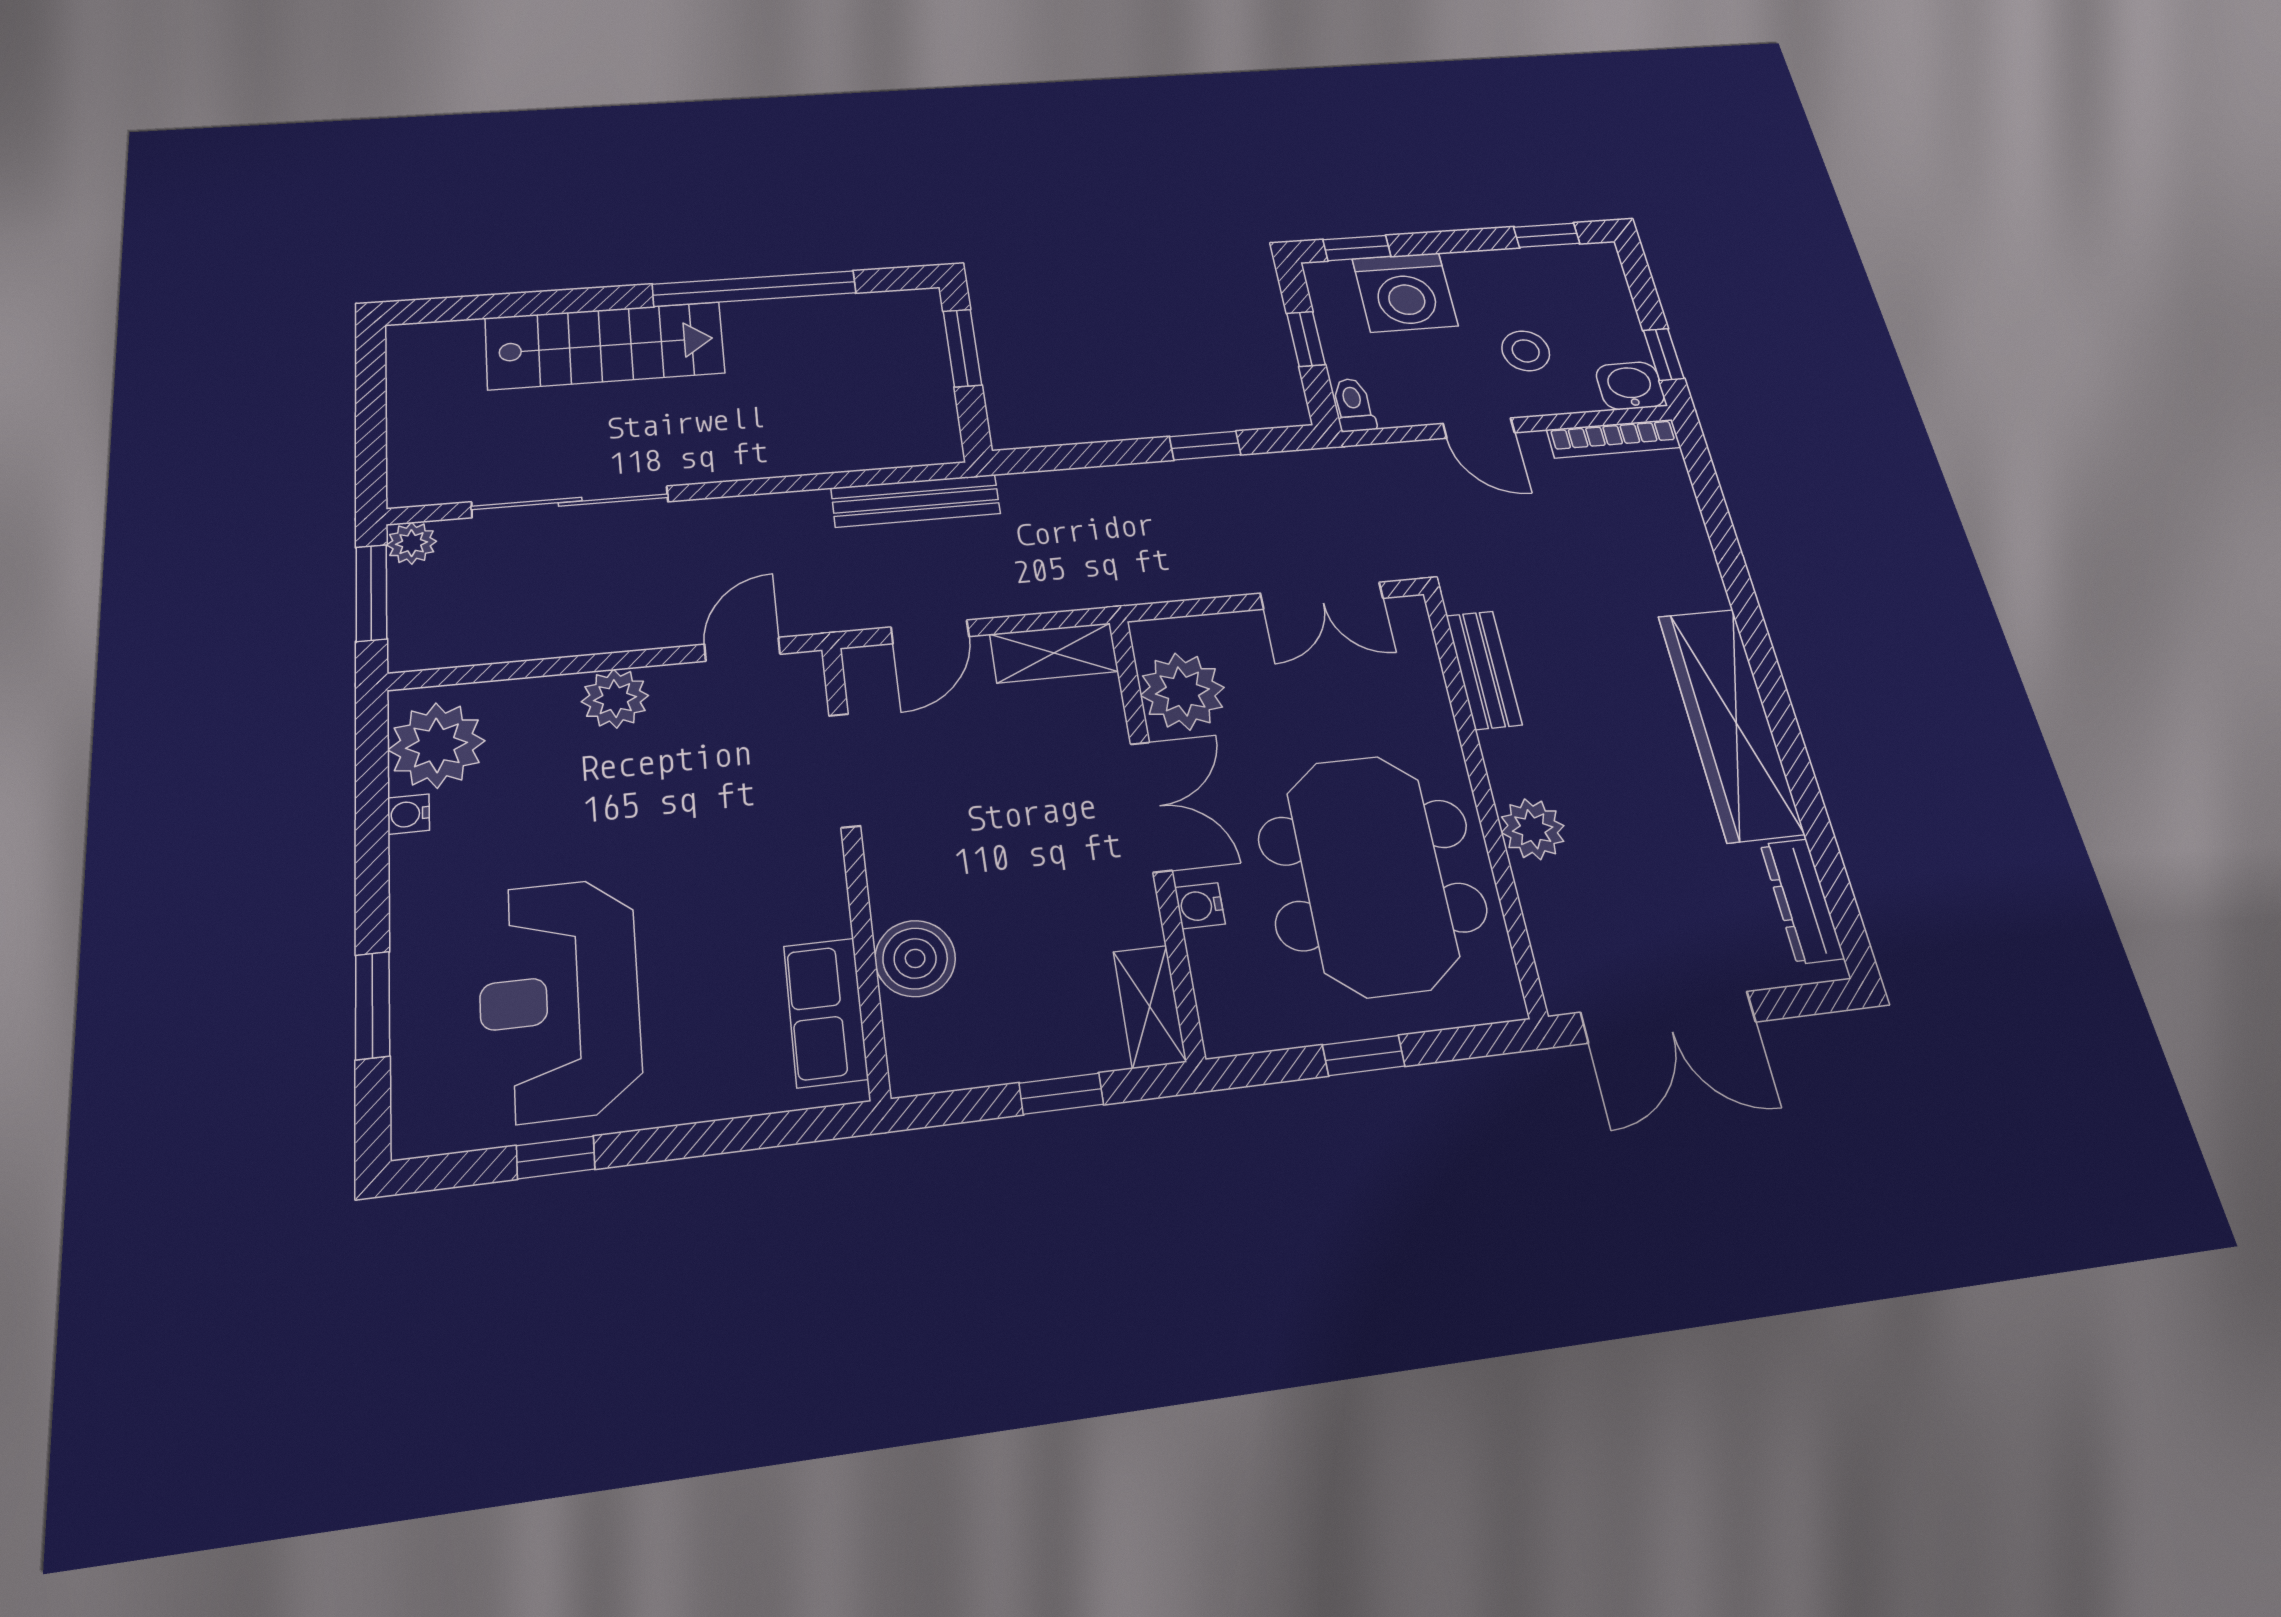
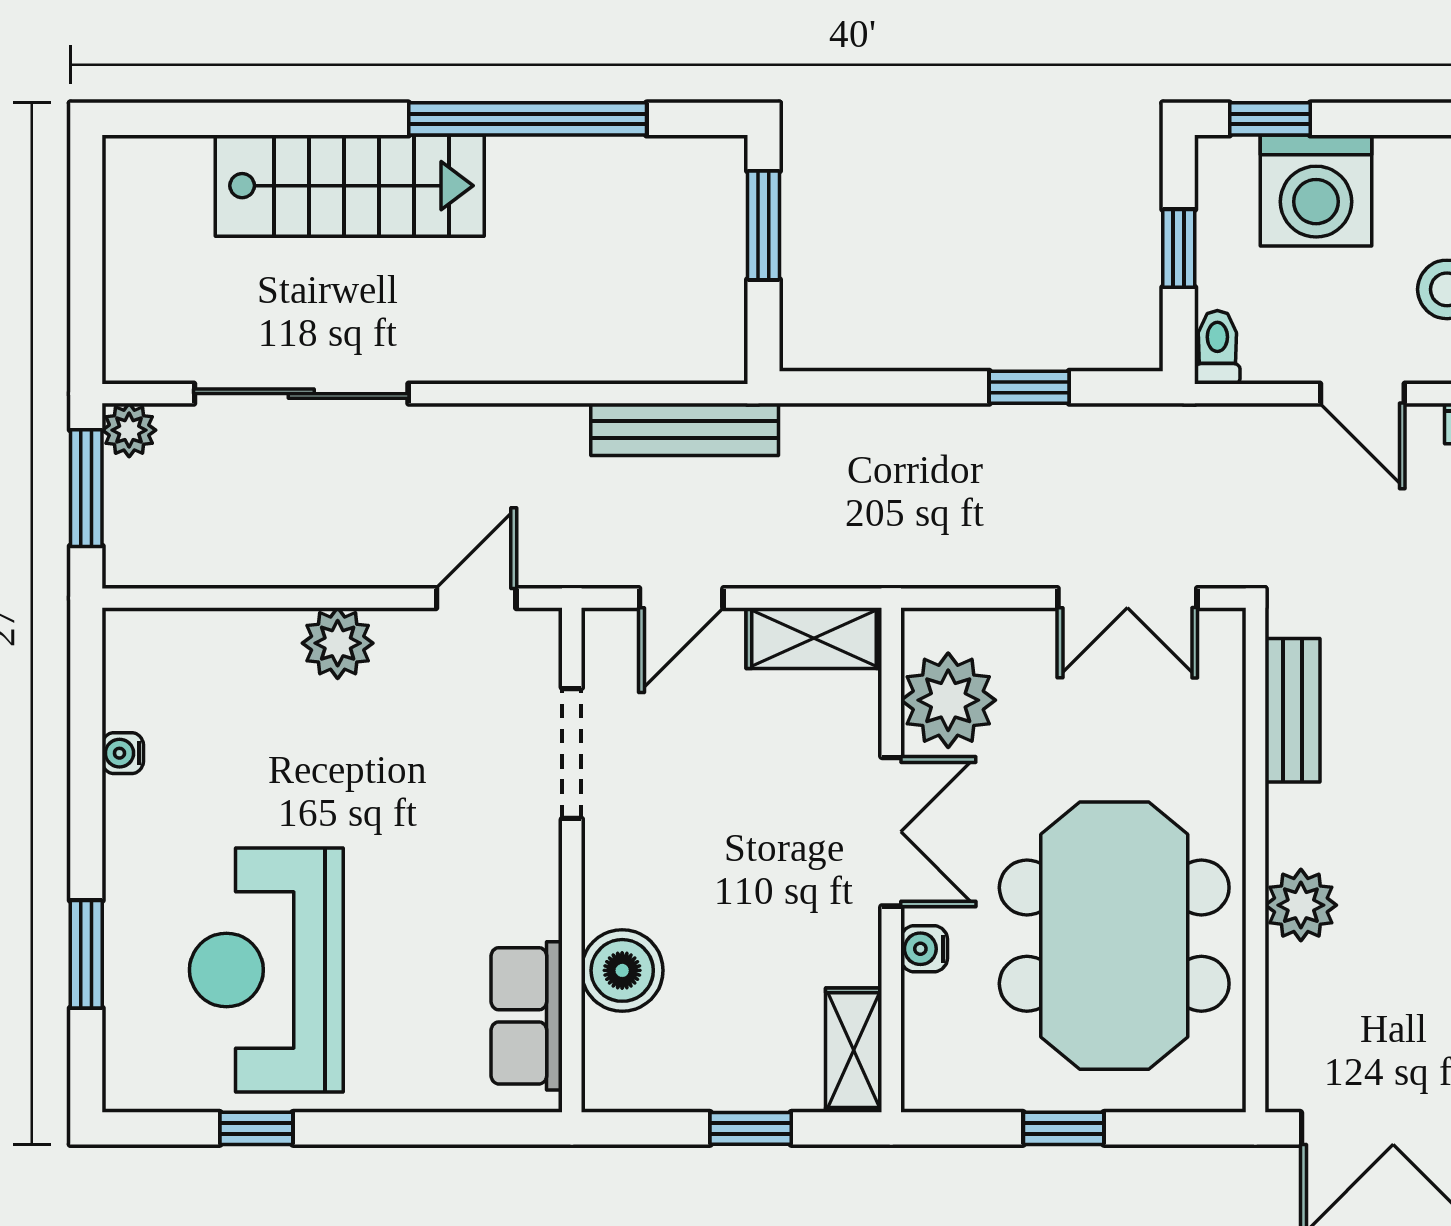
plant: (437, 745) -> (152, 678), removed

